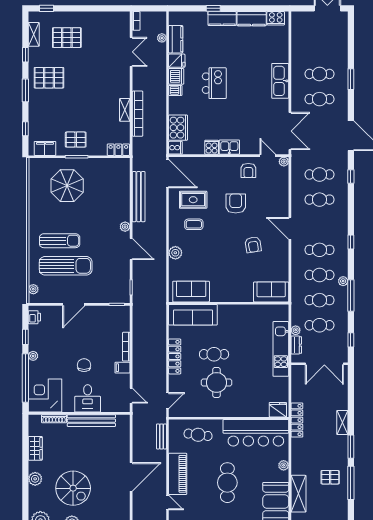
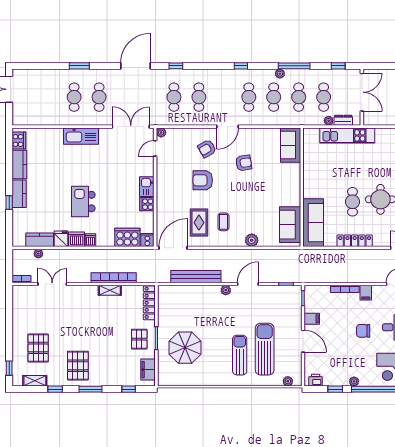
kitchen island: (214, 83) -> (83, 202), turned -90
locker: (118, 150) -> (149, 303), width x1.53
armchair: (248, 171) -> (207, 149), moved, turned 150
filing cabinet: (96, 313) -> (312, 319), added

